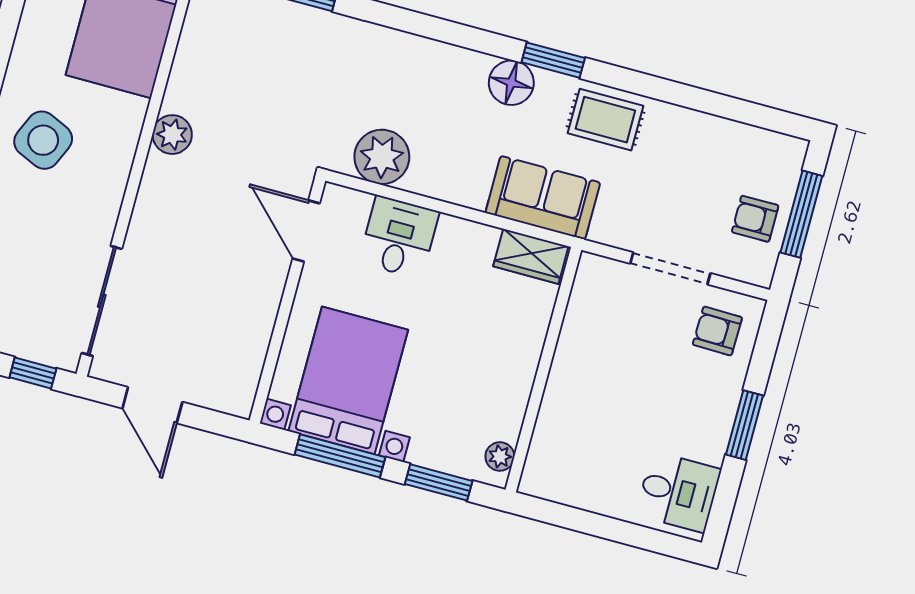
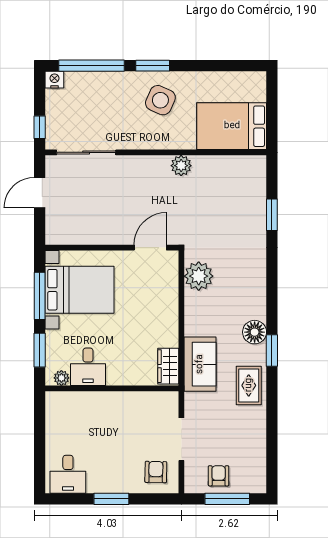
desk: (399, 237) -> (88, 367), moved, turned 90

